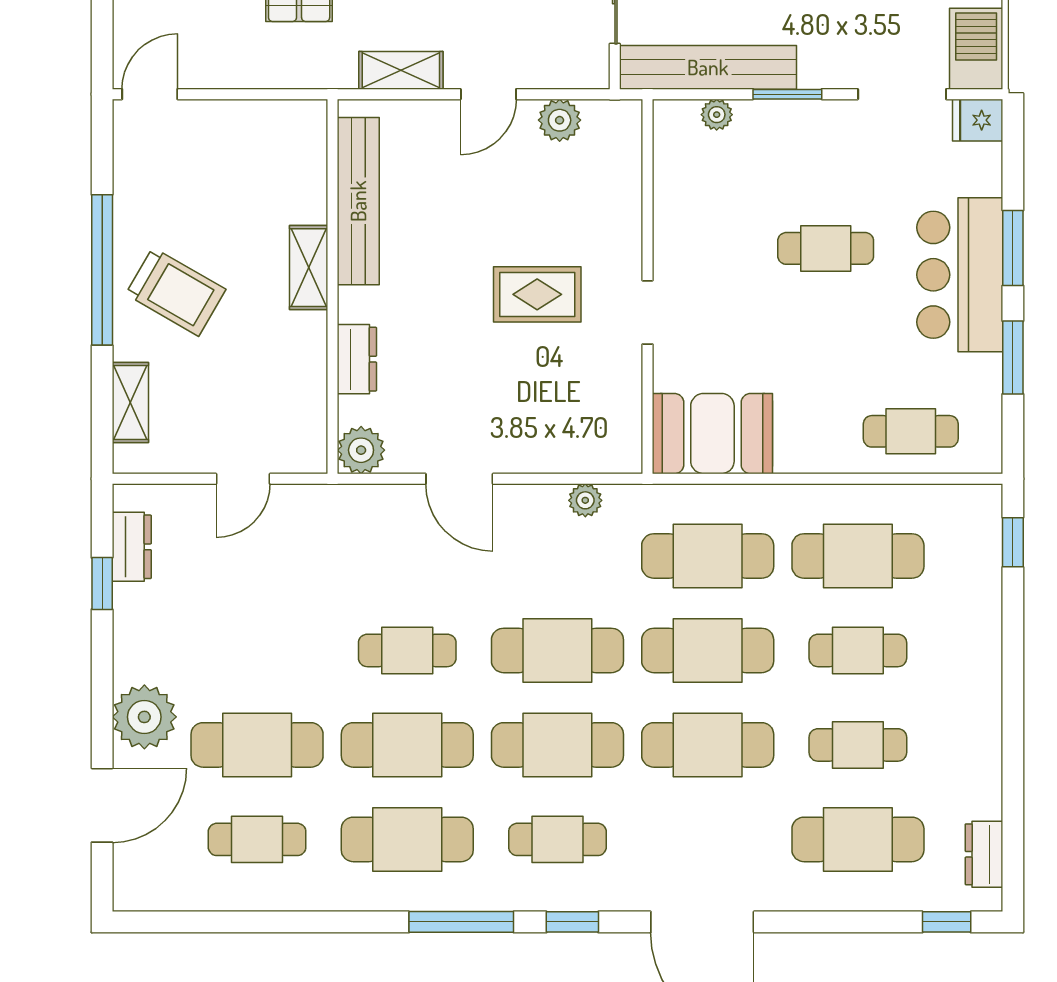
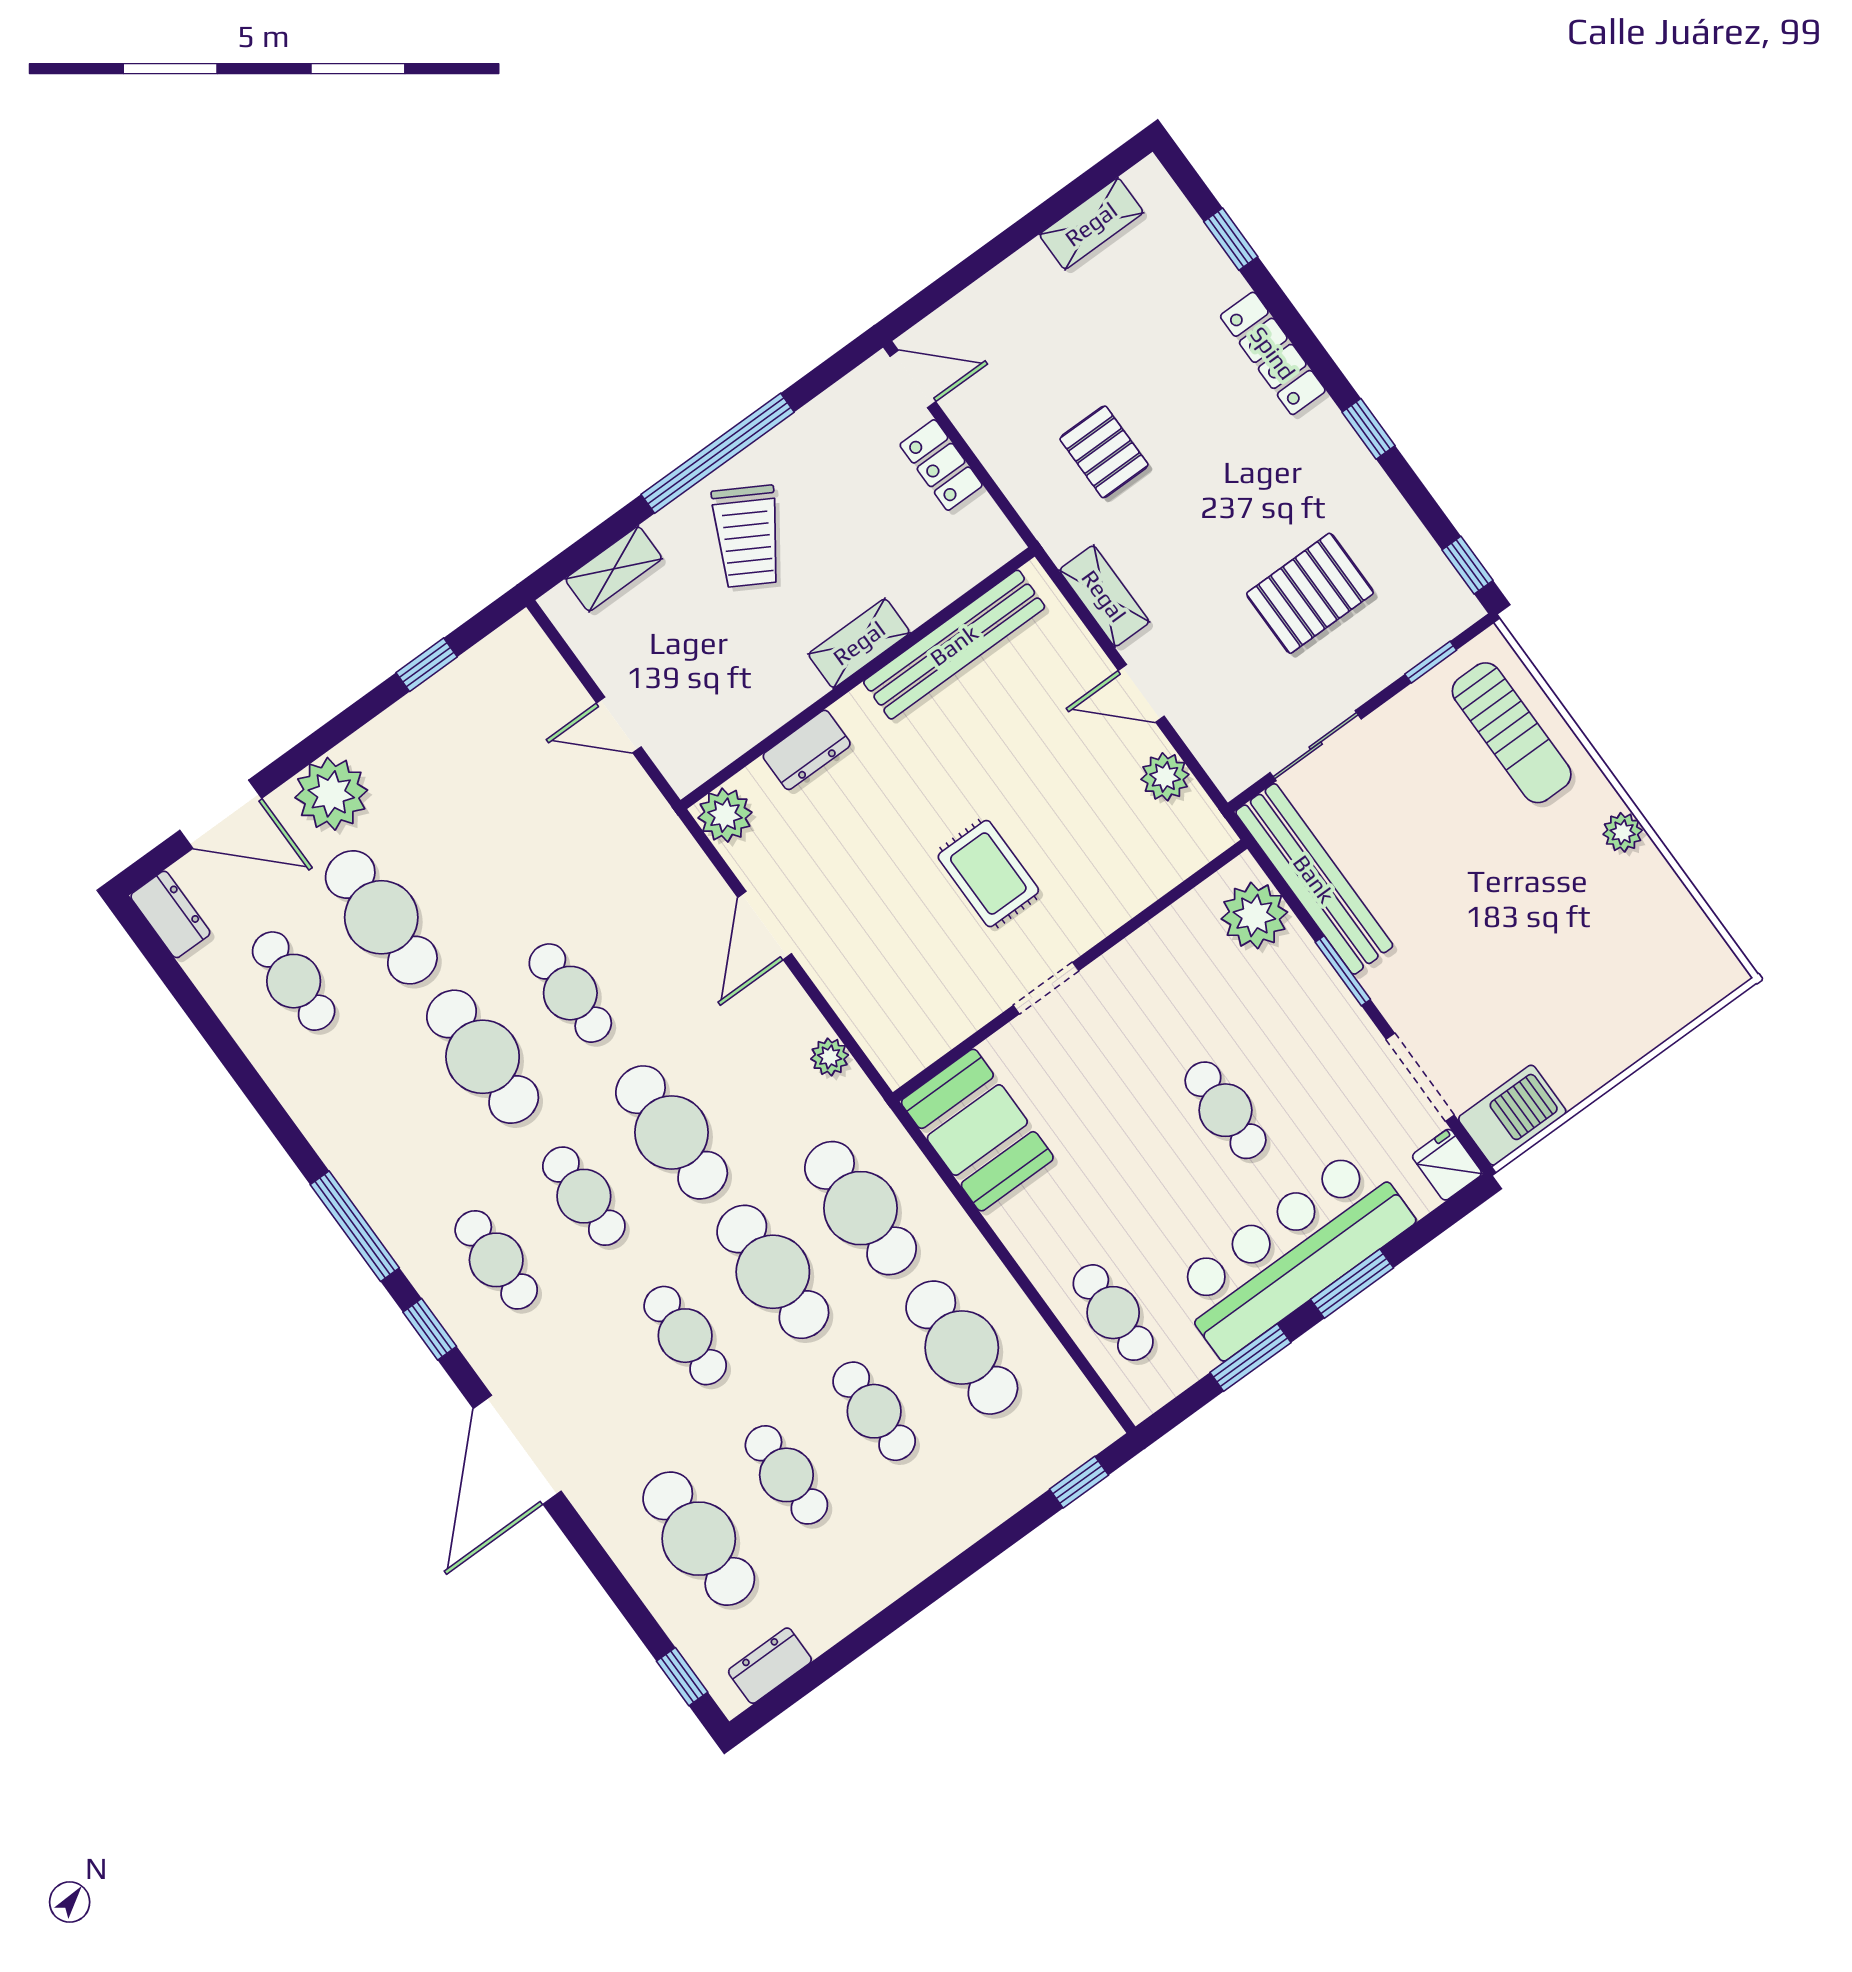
plant: (717, 115) -> (1254, 915), width x1.87, depth x1.87
locker: (225, 118) -> (941, 465), added
bar counter: (960, 275) -> (1291, 1252), width x1.36
dresser: (132, 547) -> (170, 914), moved, turned -90
cafe table: (557, 745) -> (584, 1196), width x0.73, depth x0.74
cafe table: (708, 745) -> (685, 1336), width x0.73, depth x0.74
cafe table: (407, 839) -> (395, 1120), removed

